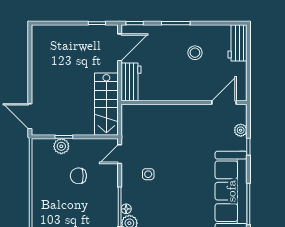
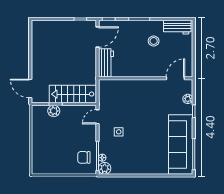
workbench: (238, 43) -> (177, 27), moved, turned -90
stairs: (106, 104) -> (73, 94), moved, turned 90
chair: (78, 176) -> (84, 157), moved

